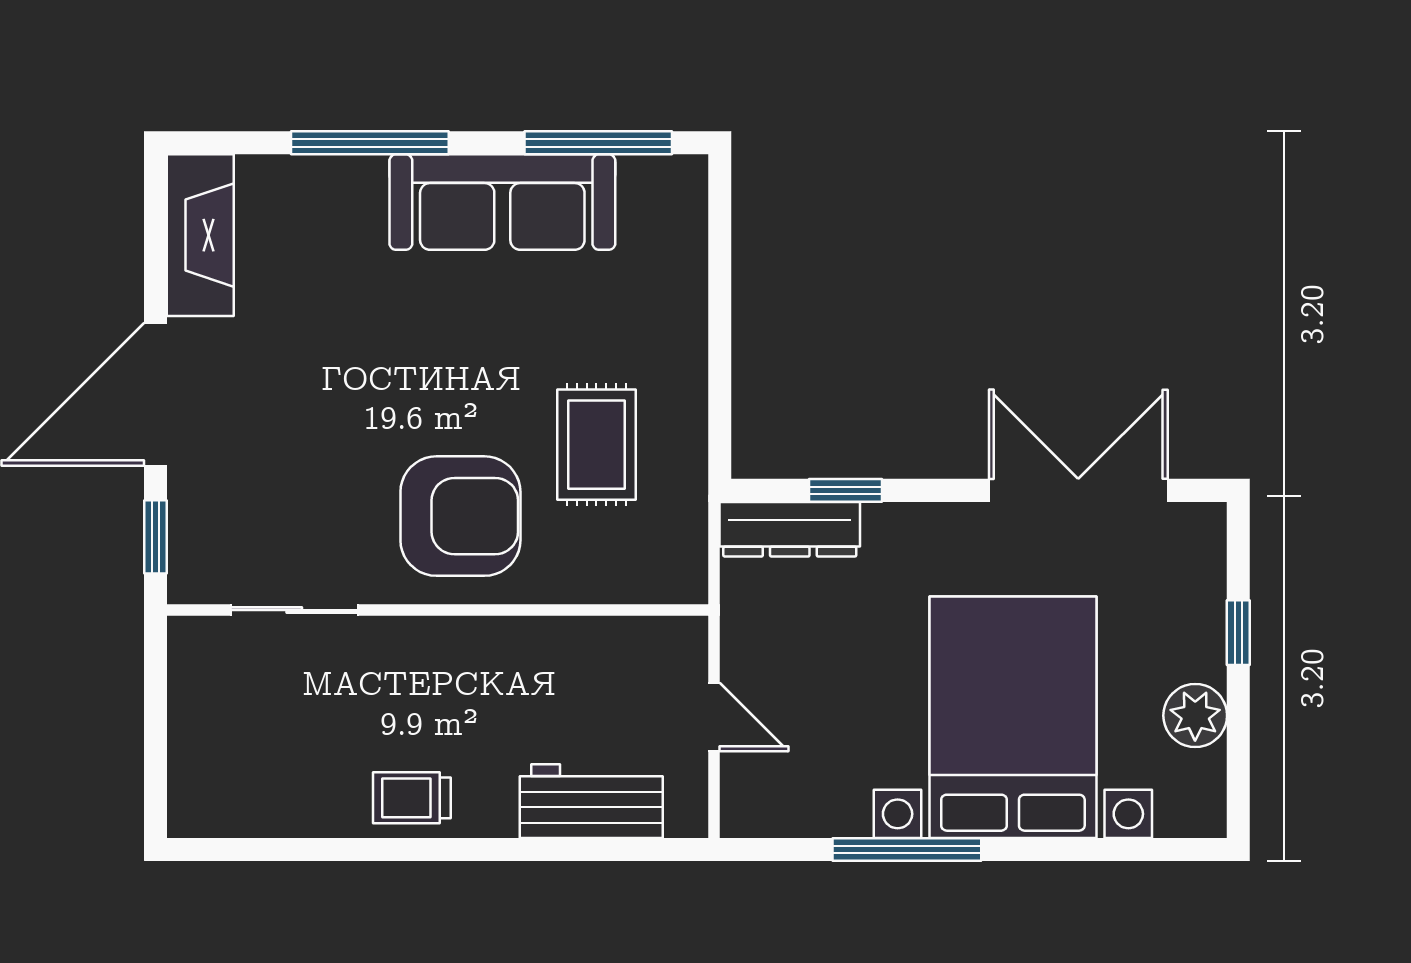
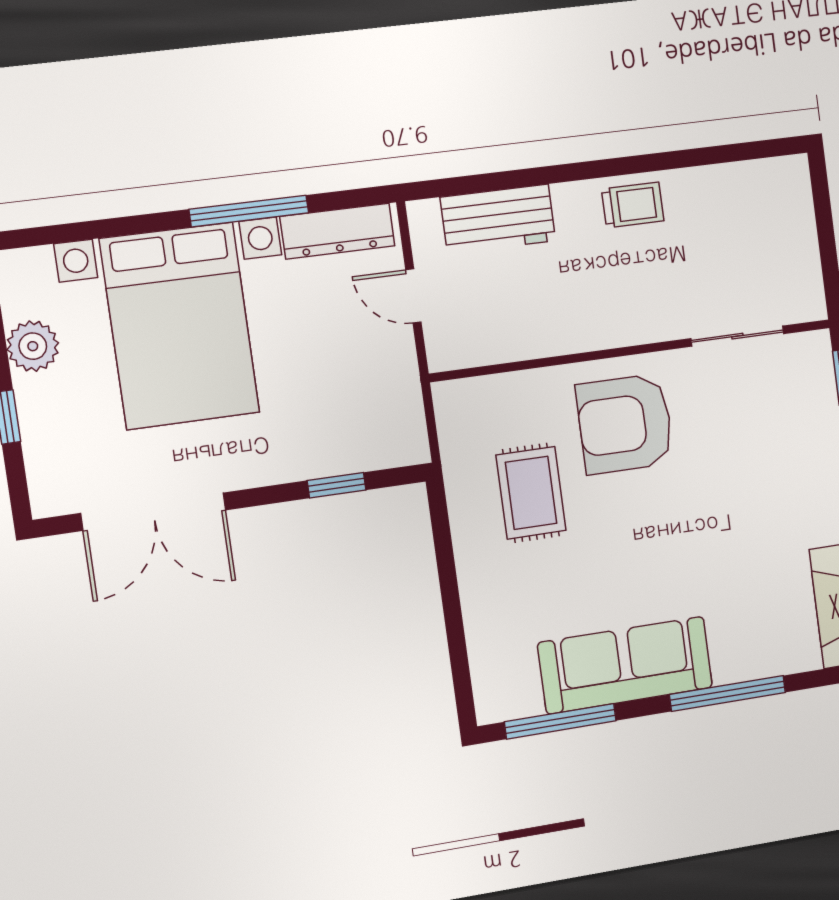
dresser: (790, 529) -> (337, 231), moved, turned 180

